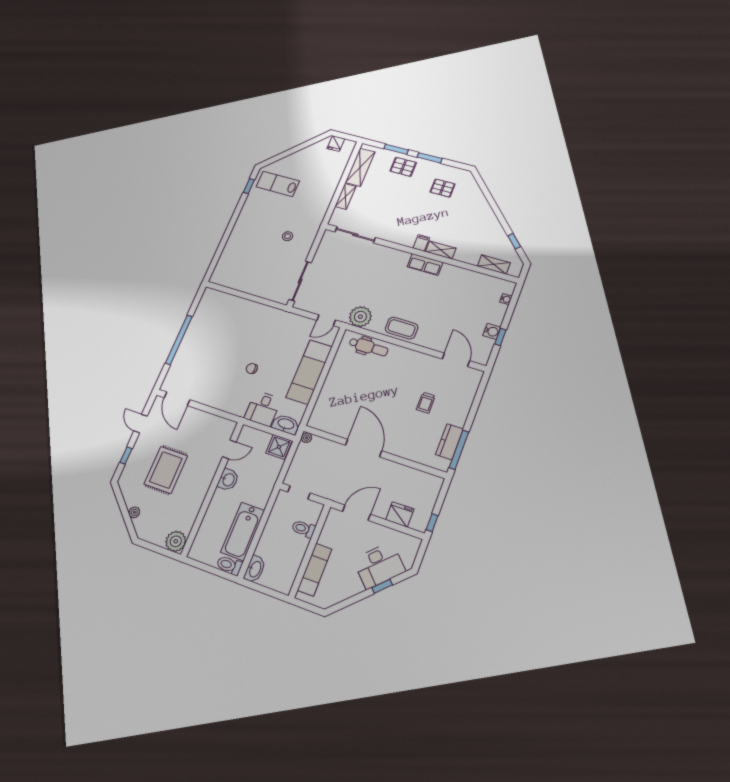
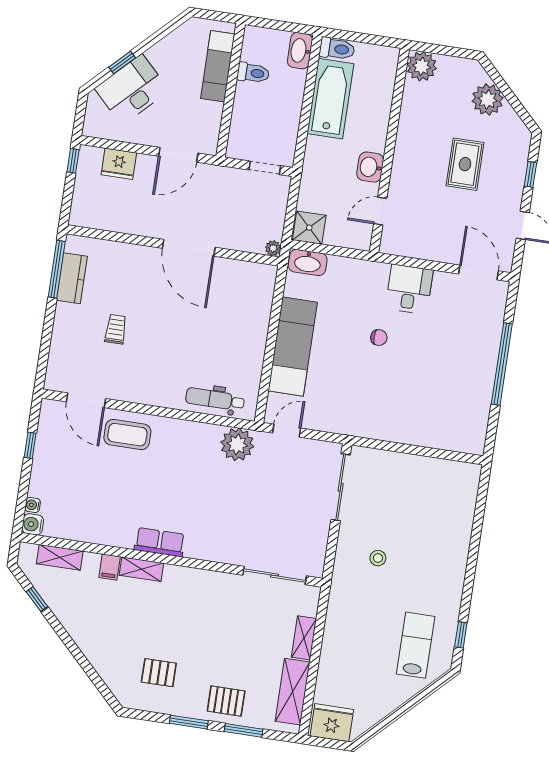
fridge: (336, 144) -> (332, 723), width x1.88, depth x1.34
lab bench: (278, 184) -> (416, 645), turned -90
filing cabinet: (421, 243) -> (110, 567), moved
coffee table: (402, 328) -> (127, 435), moved
water cooler: (492, 331) -> (33, 524), moved
desk: (263, 409) -> (409, 289), moved
rug: (166, 470) -> (465, 164), width x0.73, depth x0.70
plant: (134, 512) -> (488, 100), width x1.88, depth x1.88
toilet: (303, 529) -> (253, 73), moved

